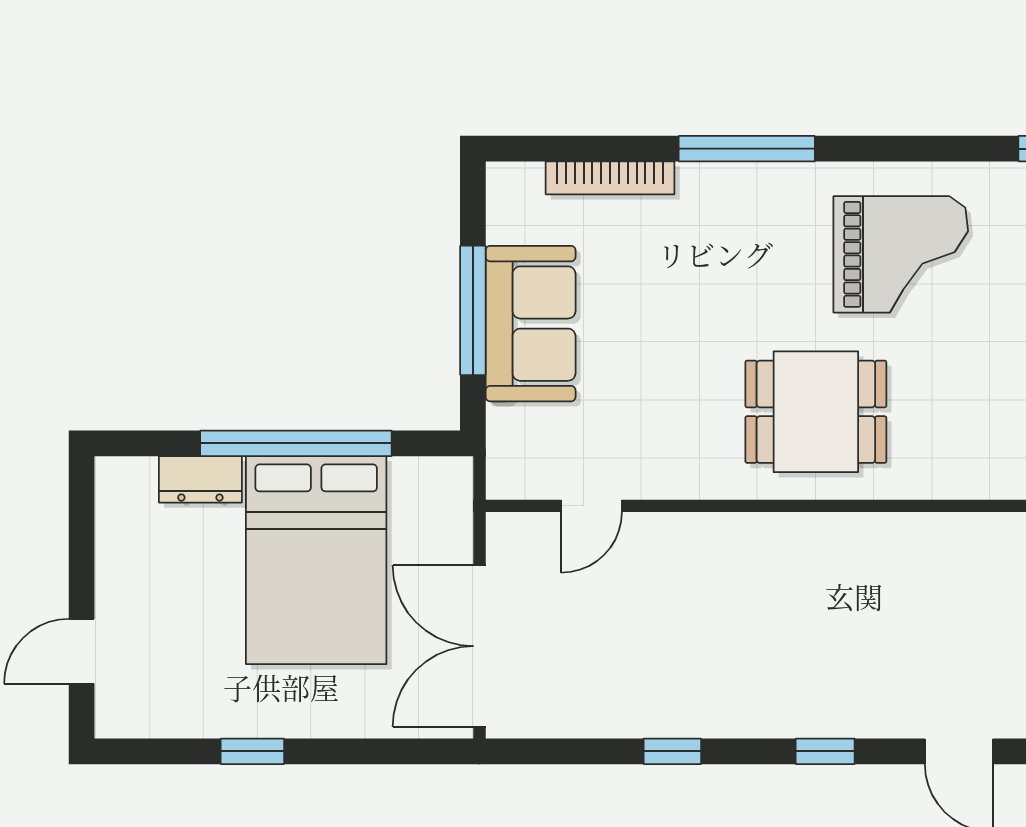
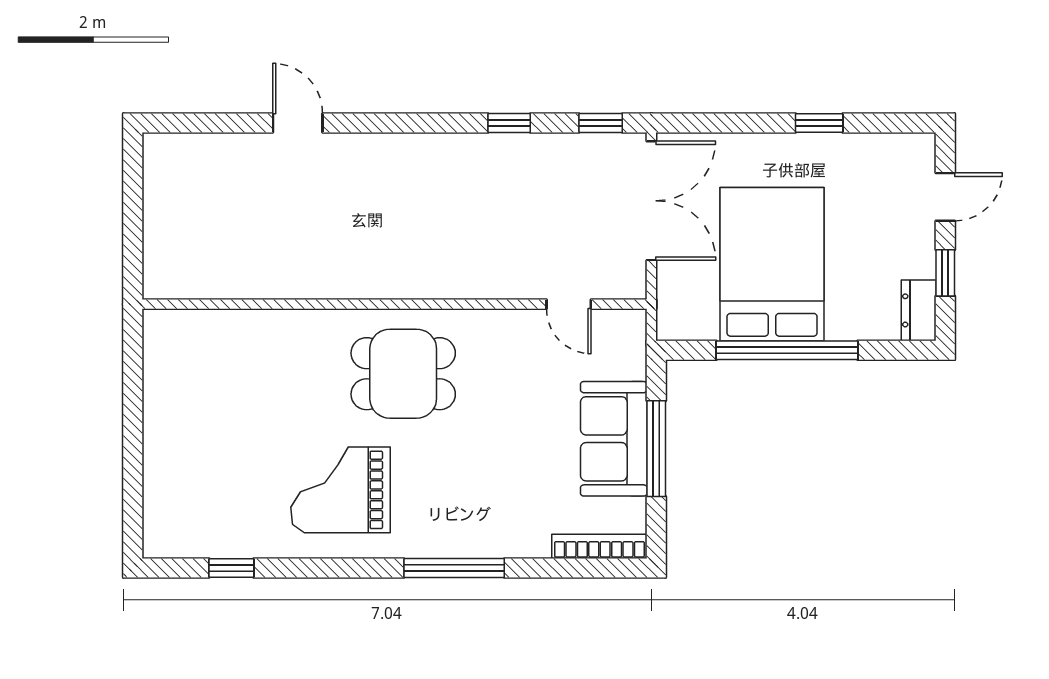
bookcase: (610, 178) -> (599, 546), moved
dresser: (200, 479) -> (919, 310), moved, turned -90
door: (592, 506) -> (569, 304), swing flipped
window: (82, 548) -> (945, 273), added
window: (825, 751) -> (601, 123), moved

